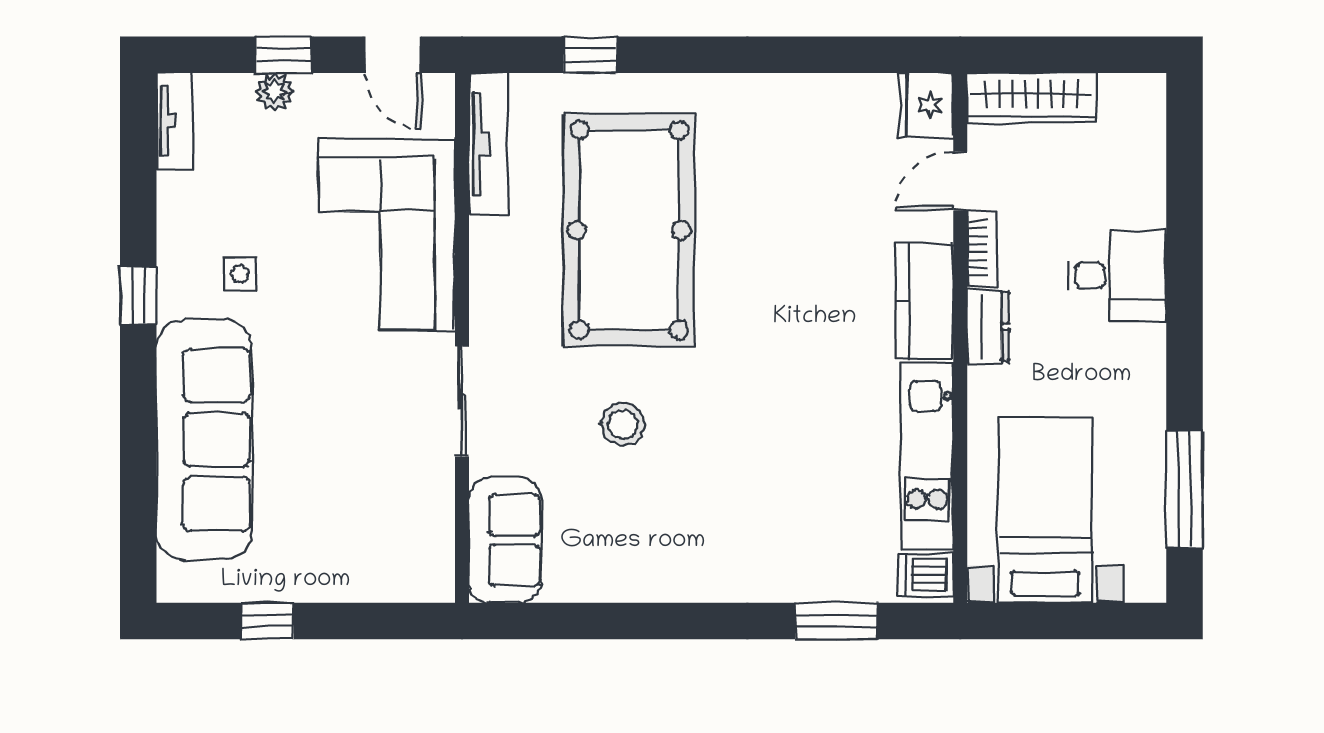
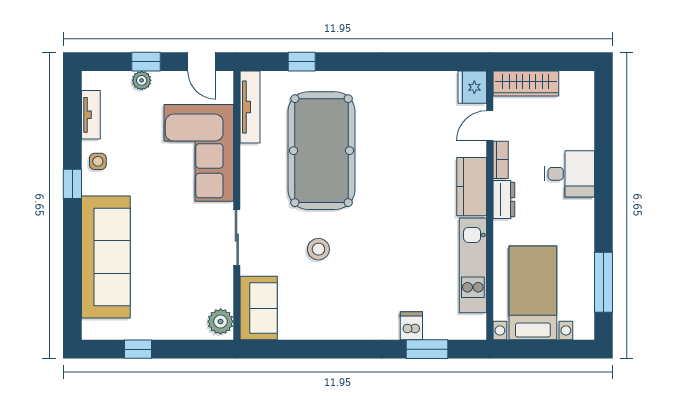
tv unit: (175, 121) -> (91, 115), moved
side table: (240, 274) -> (98, 161), moved
plant: (430, 567) -> (221, 322), added
dishwasher: (926, 575) -> (411, 326), moved, turned 90

